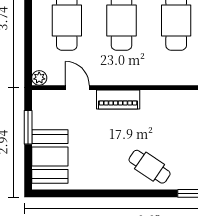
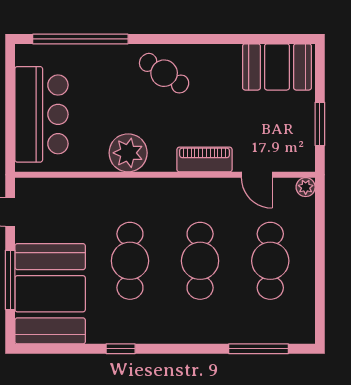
plant: (178, 105) -> (128, 153), added
booth: (50, 157) -> (277, 67), moved, turned 90

